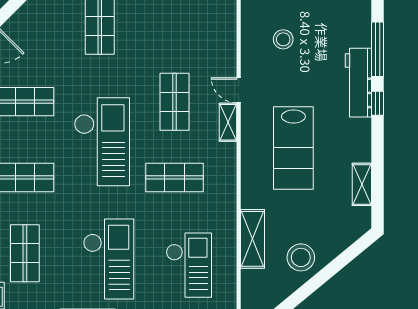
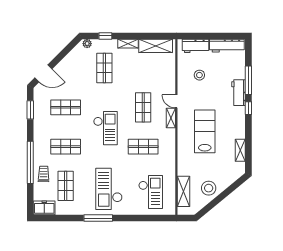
workbench: (358, 83) -> (238, 93), width x0.73
checkout: (102, 142) -> (105, 128), width x0.73, depth x0.83
lab bench: (293, 148) -> (205, 131), turned 180
shelving: (252, 239) -> (184, 191), moved
checkout: (109, 259) -> (109, 189), turned 180

